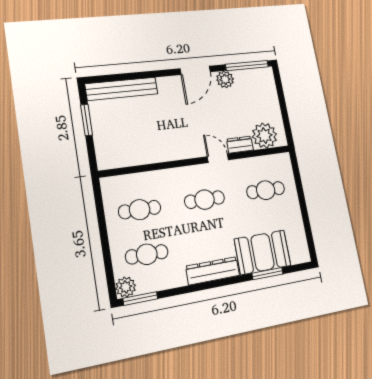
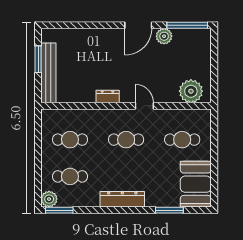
bench: (122, 89) -> (48, 73), moved, turned 90
dresser: (240, 145) -> (108, 97), moved
booth: (263, 252) -> (196, 184), moved, turned 90

